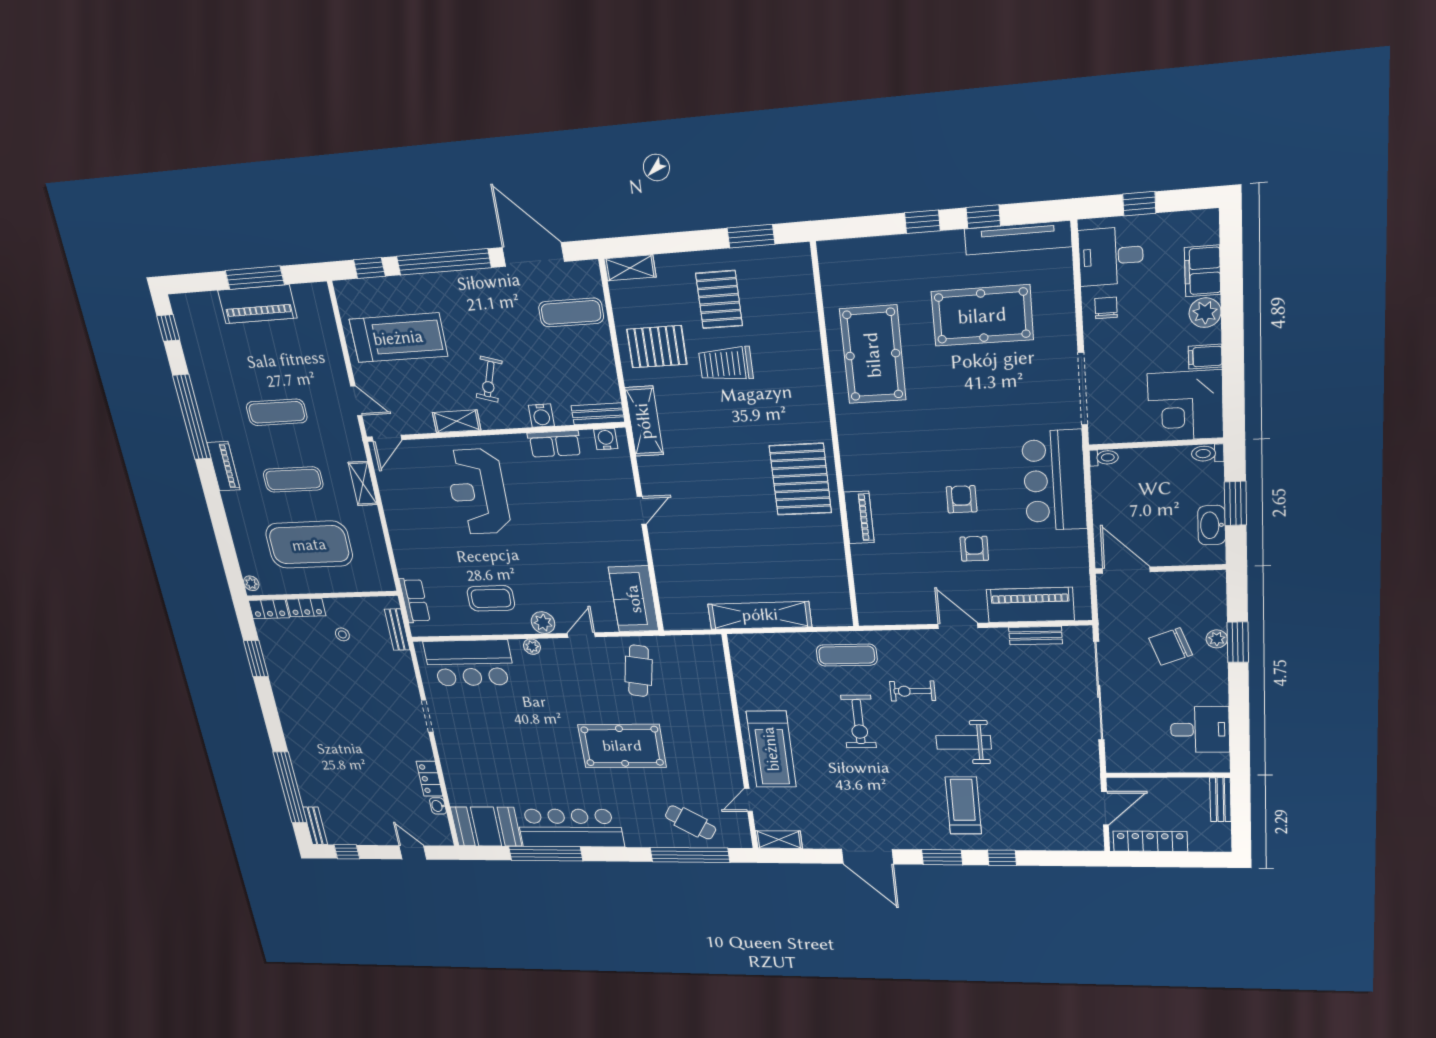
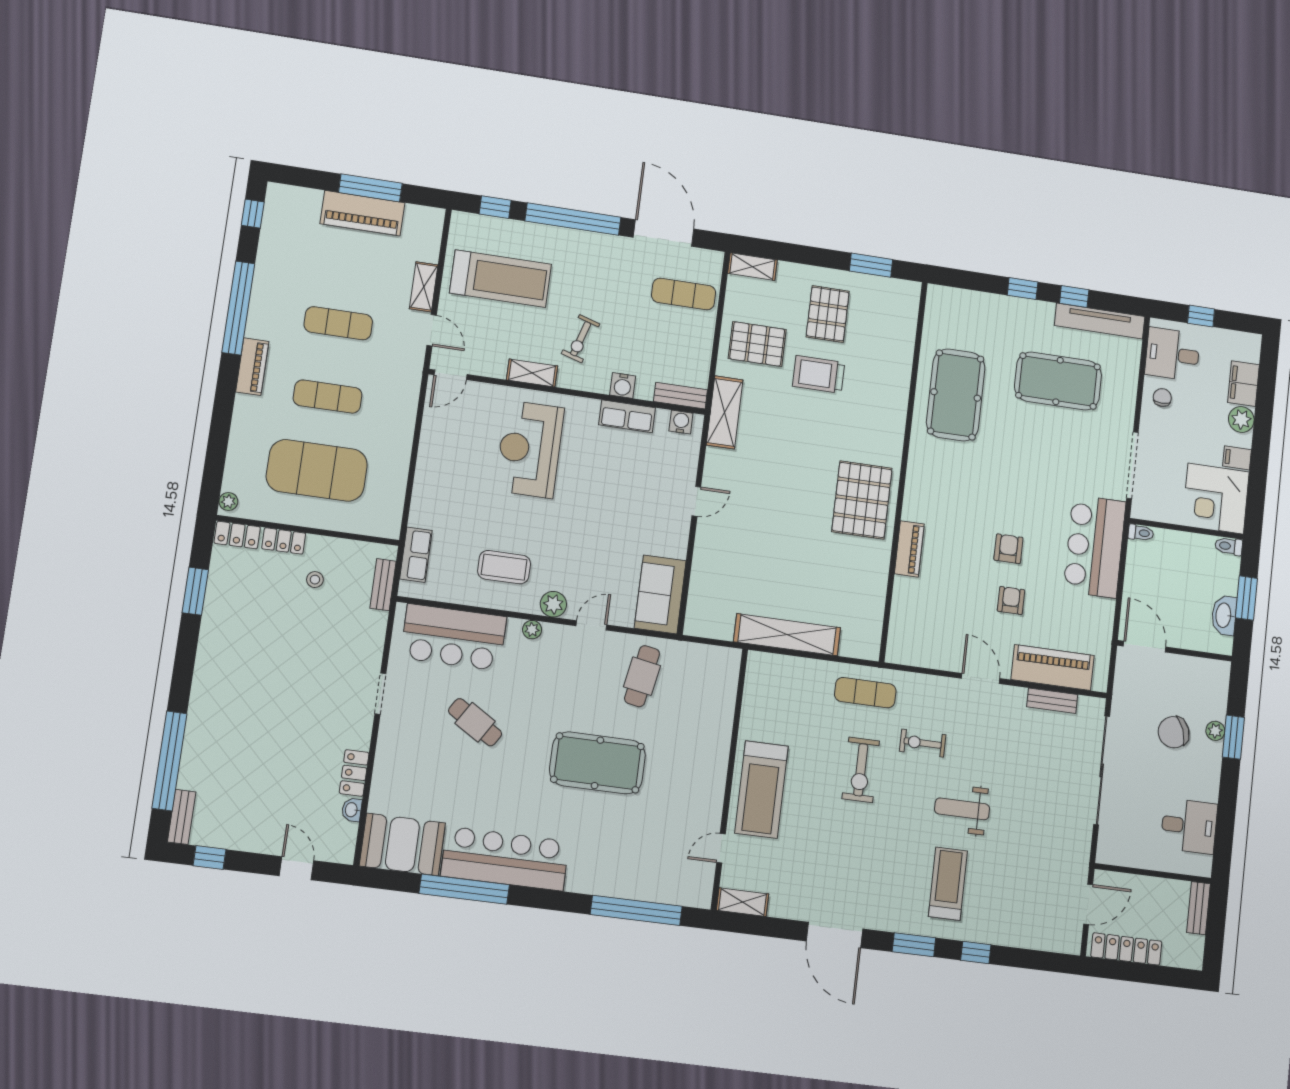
shelving: (363, 483) -> (424, 287), moved
cafe table: (691, 822) -> (475, 722), moved

